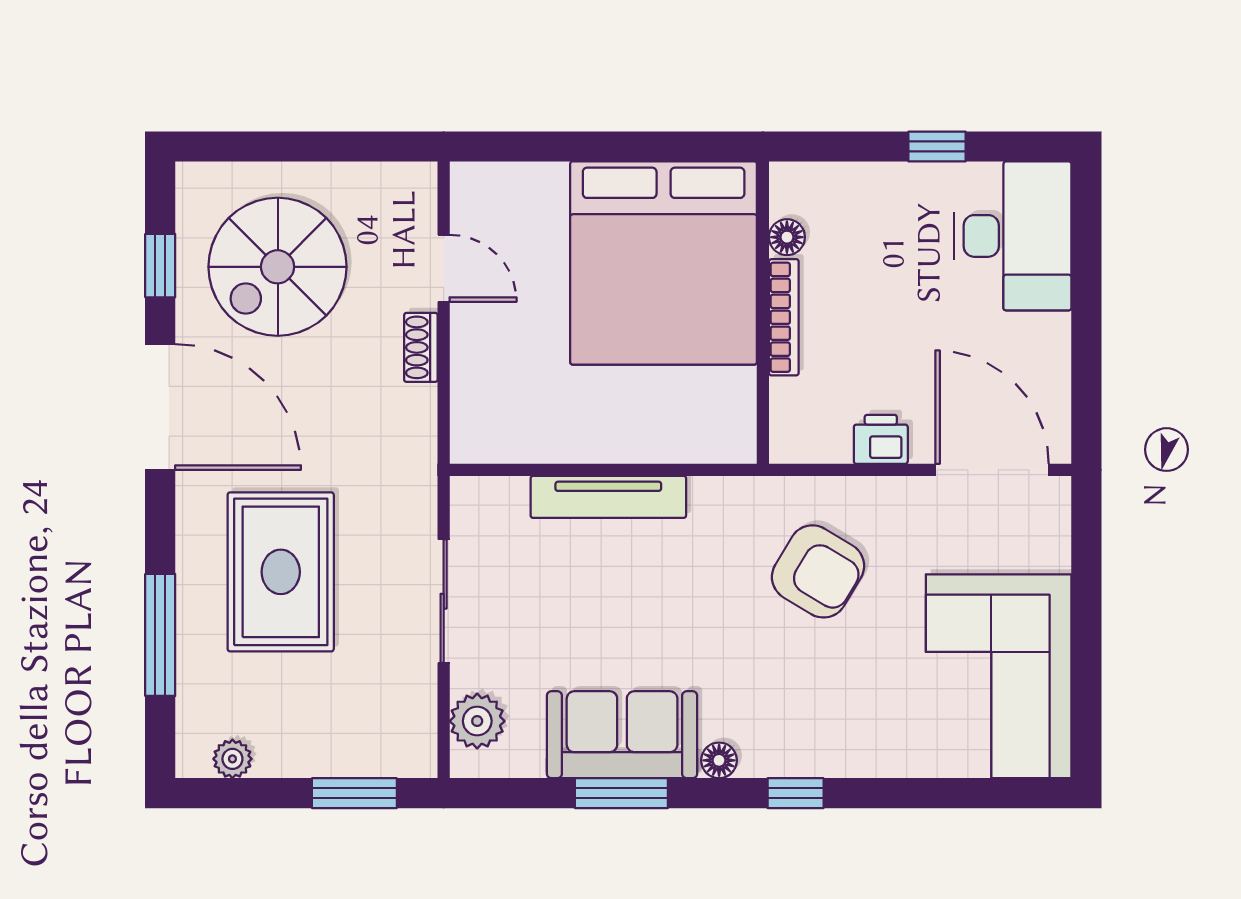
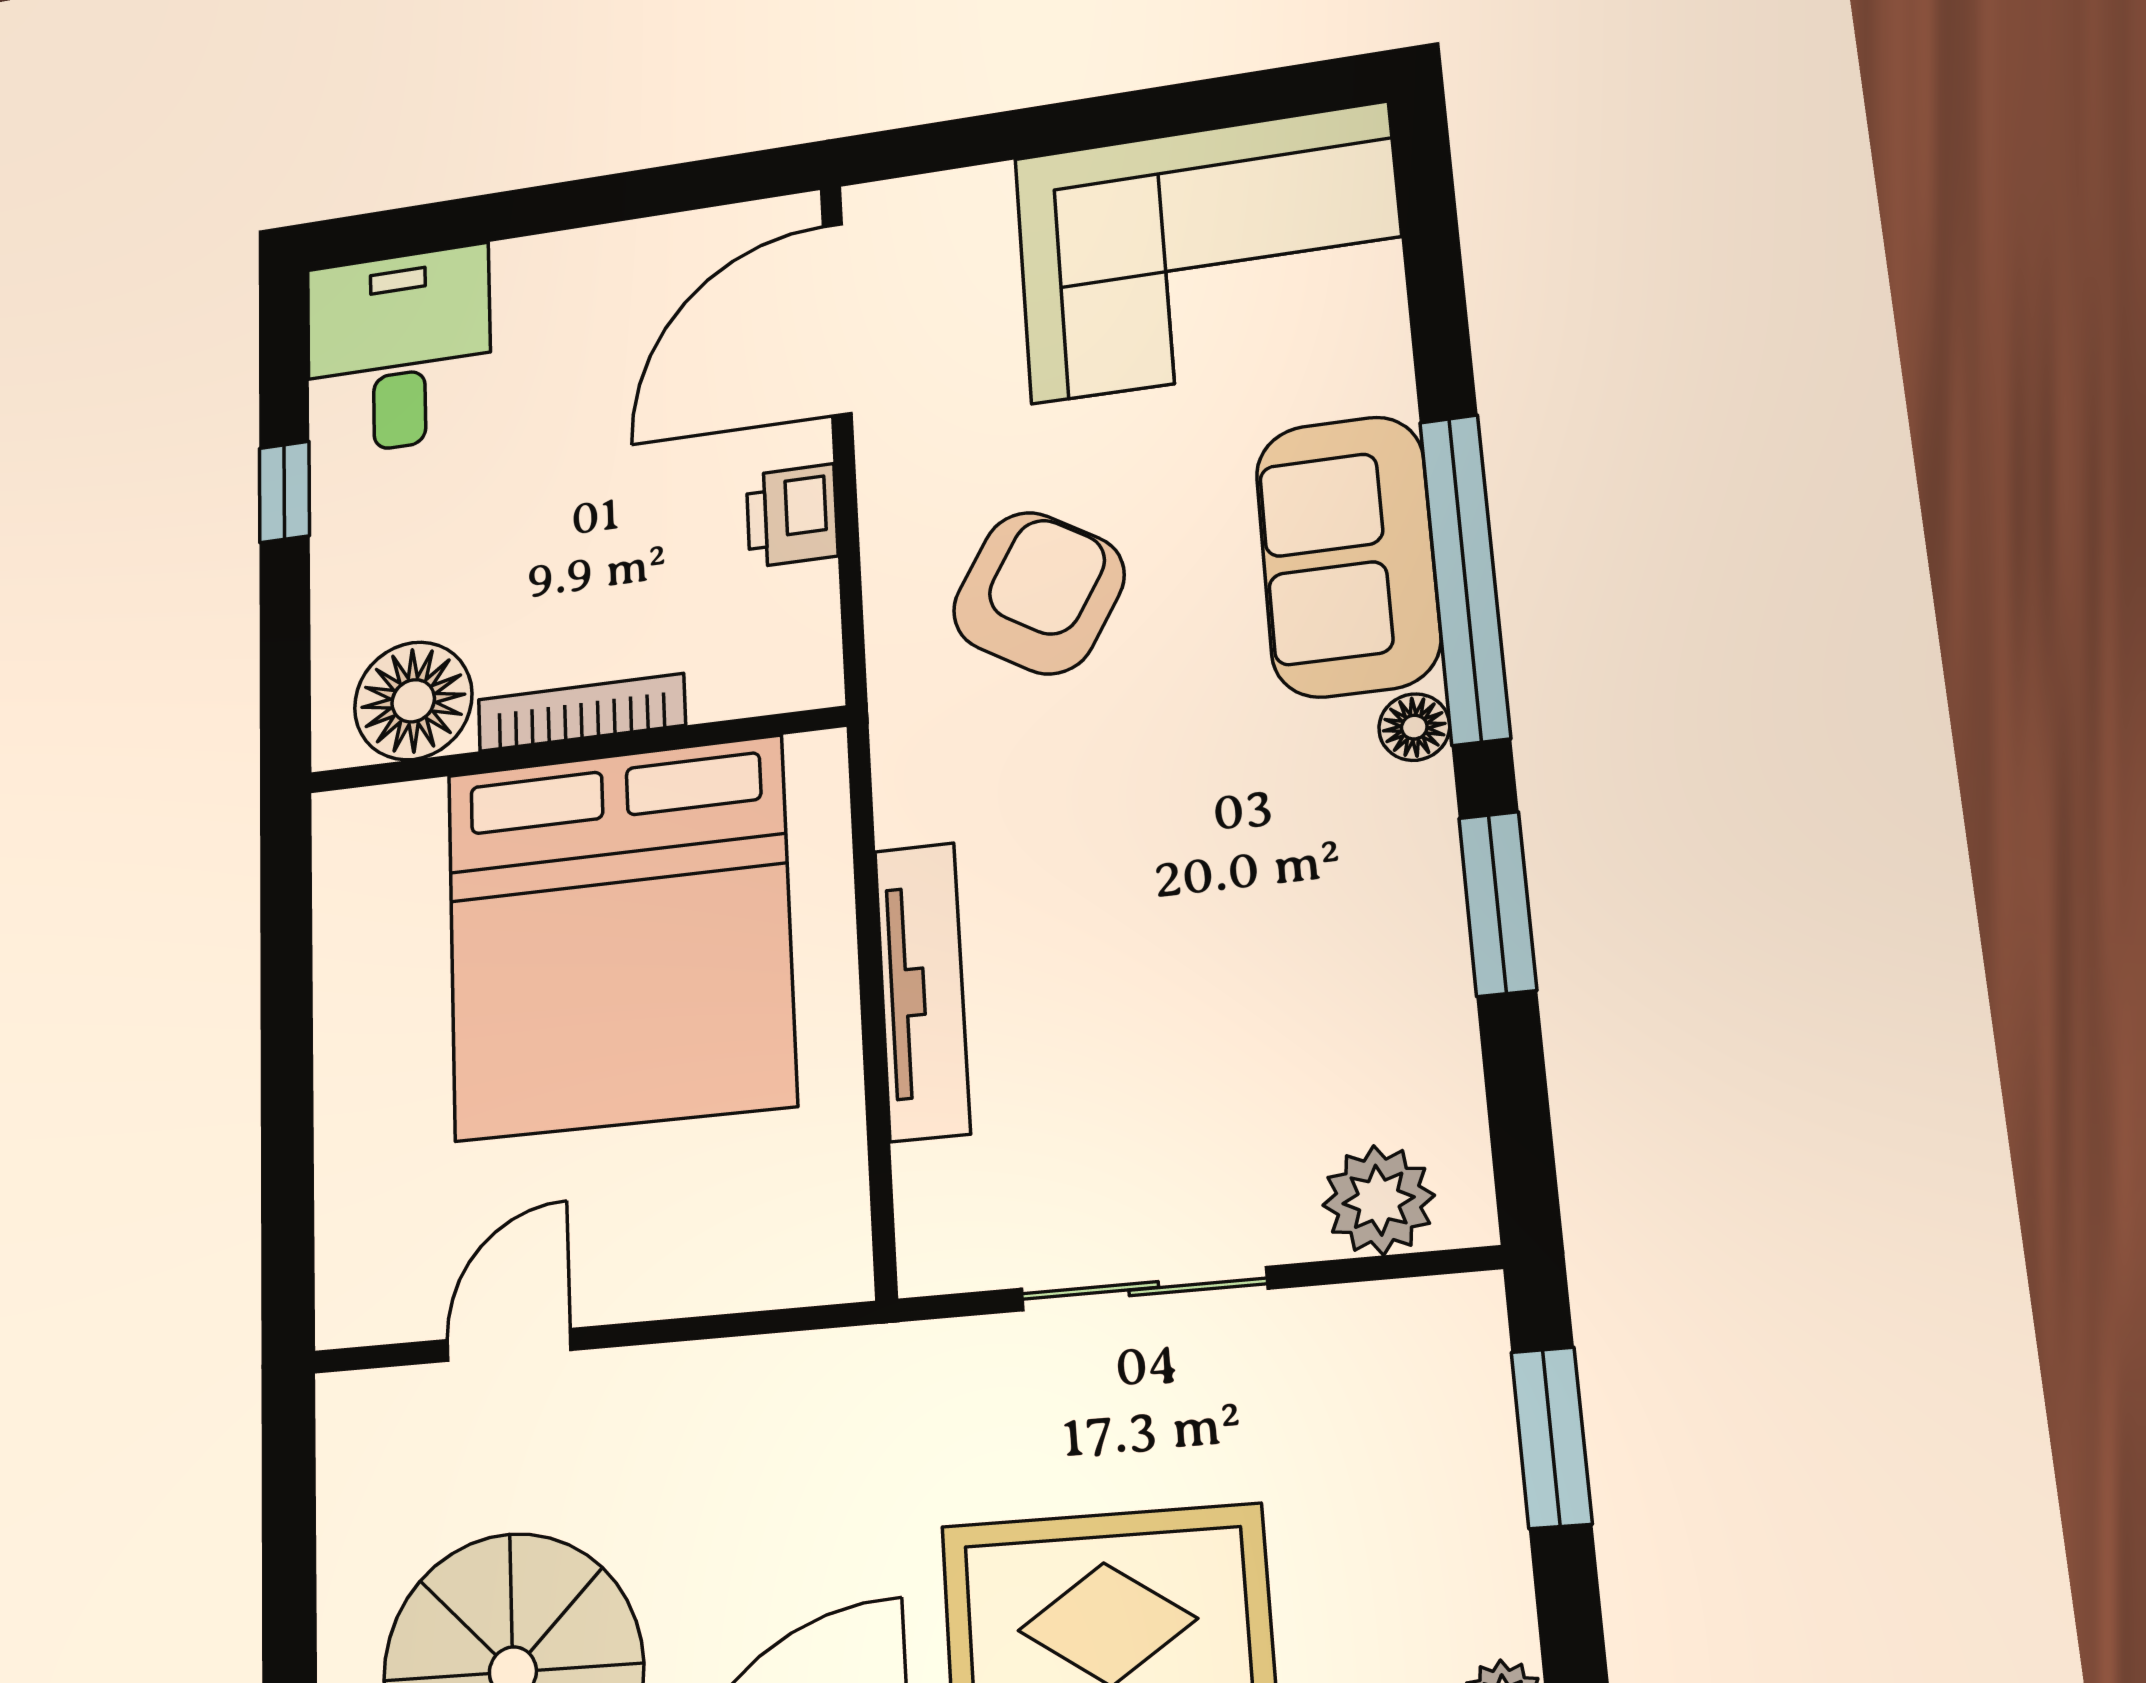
desk: (1013, 236) -> (399, 351), width x0.73
floor lamp: (787, 237) -> (413, 701), width x1.89, depth x1.89
bed: (664, 263) -> (619, 937), moved, turned 90
shoe rack: (421, 347) -> (657, 1376), removed
sofa: (622, 735) -> (1348, 556), moved
window: (796, 793) -> (1465, 579), width x3.17

